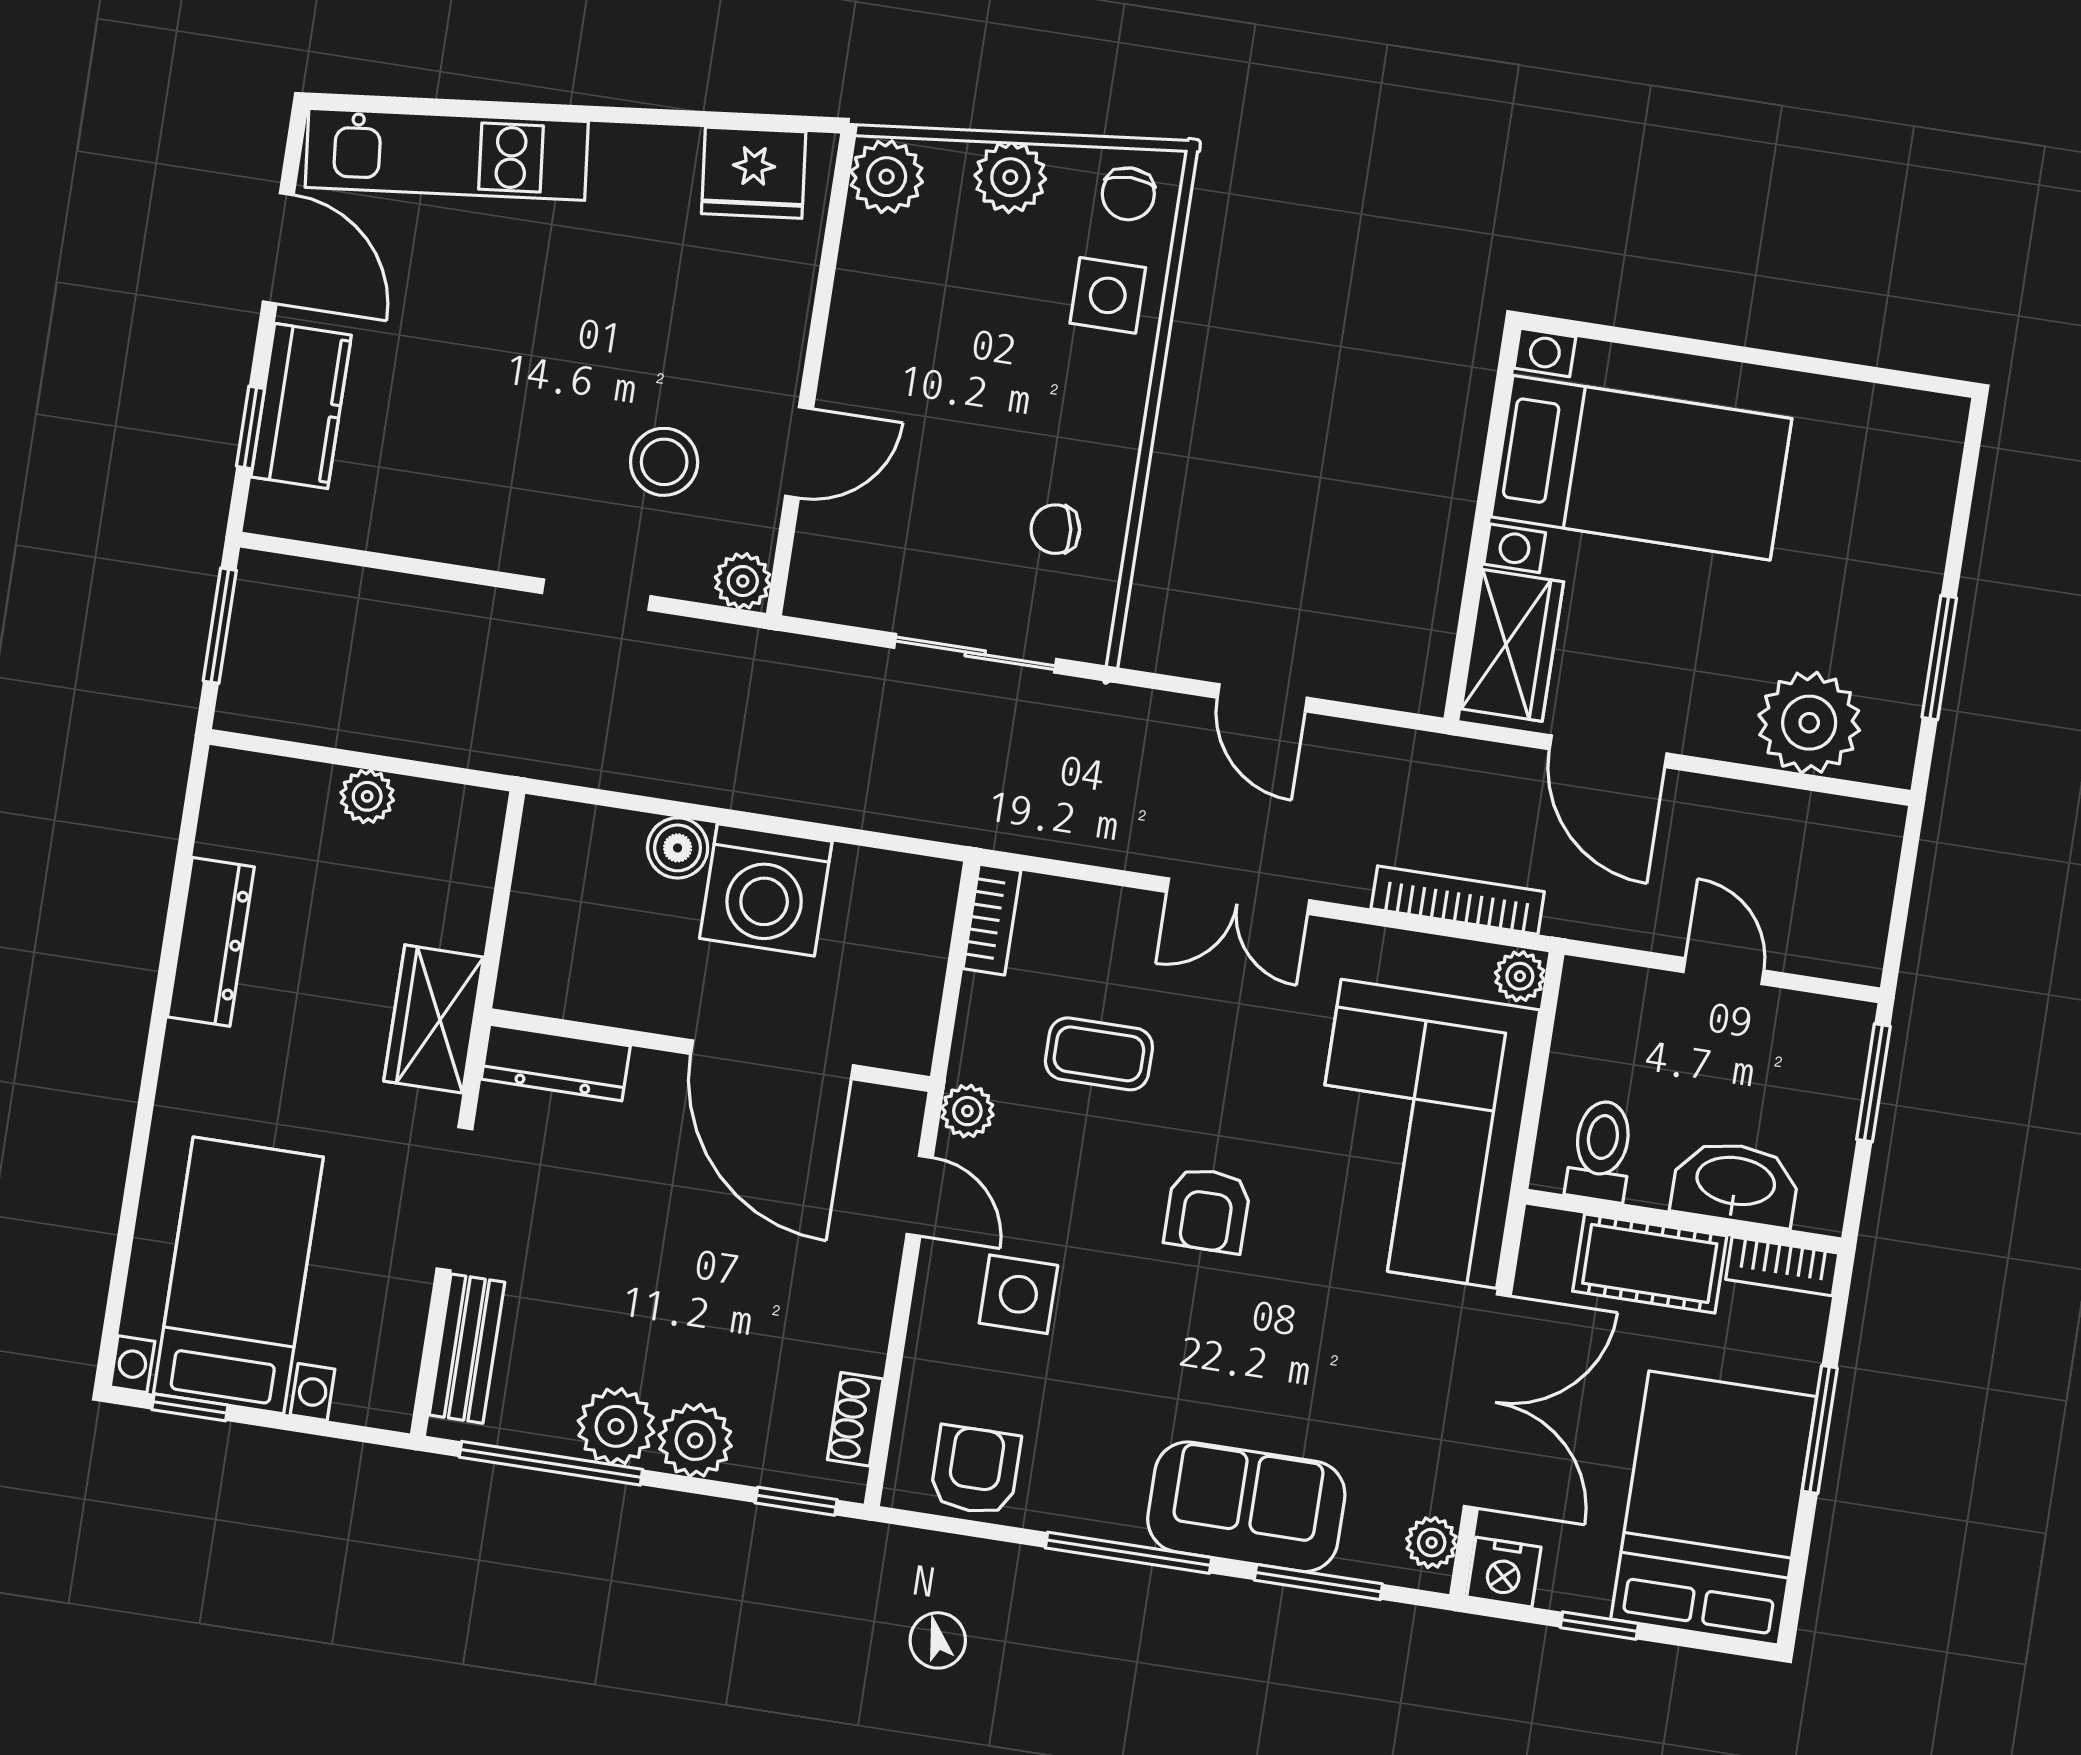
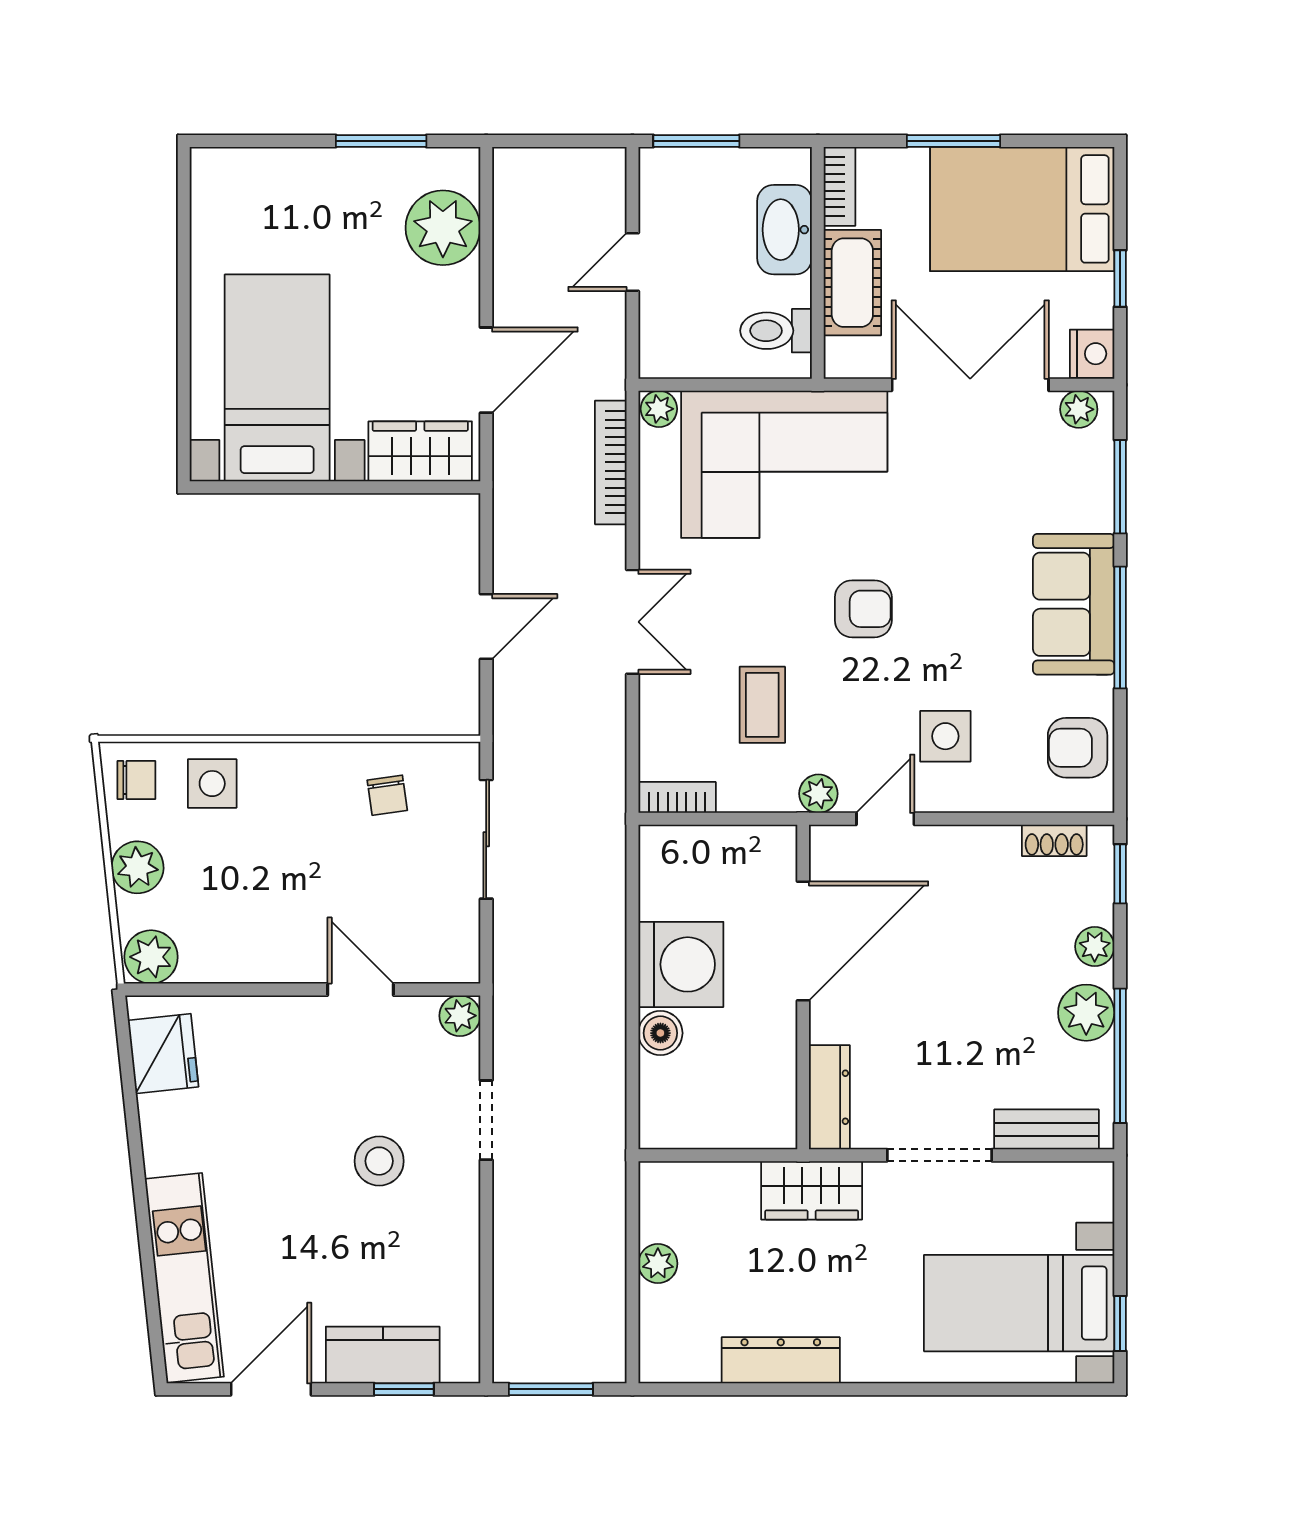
stool: (664, 462) -> (379, 1161), moved
plant: (695, 1440) -> (1095, 947), width x0.73, depth x0.73
sofa: (1246, 1507) -> (1074, 604), moved

